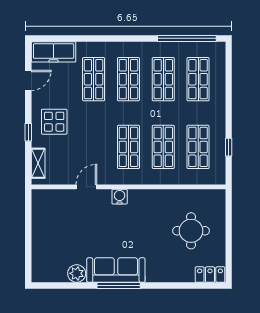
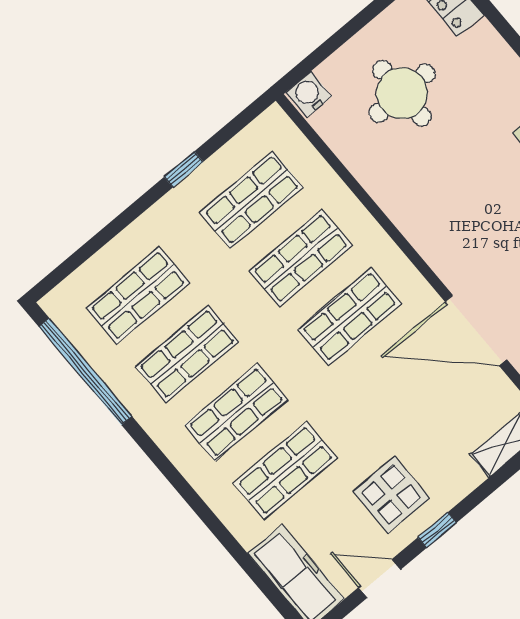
display table: (54, 122) -> (391, 495), moved
window: (28, 132) -> (437, 530), moved
window: (229, 147) -> (184, 169), moved
door: (86, 187) -> (476, 331), width x1.87
water cooler: (120, 197) -> (309, 94), moved, turned 90

